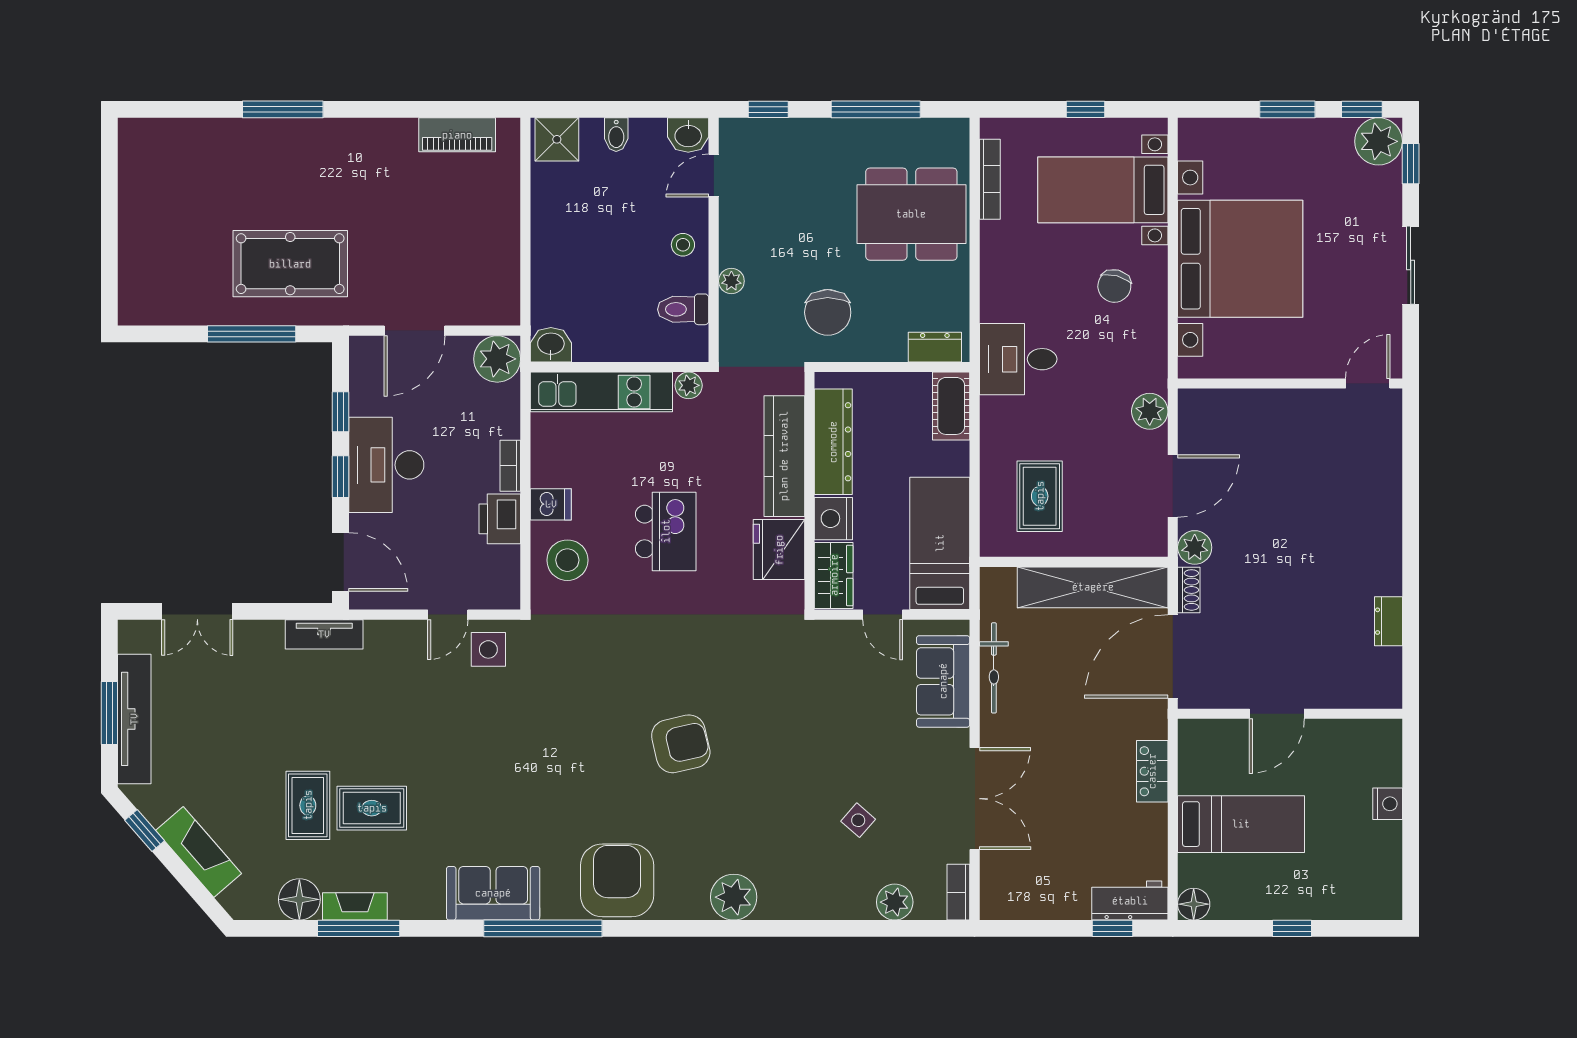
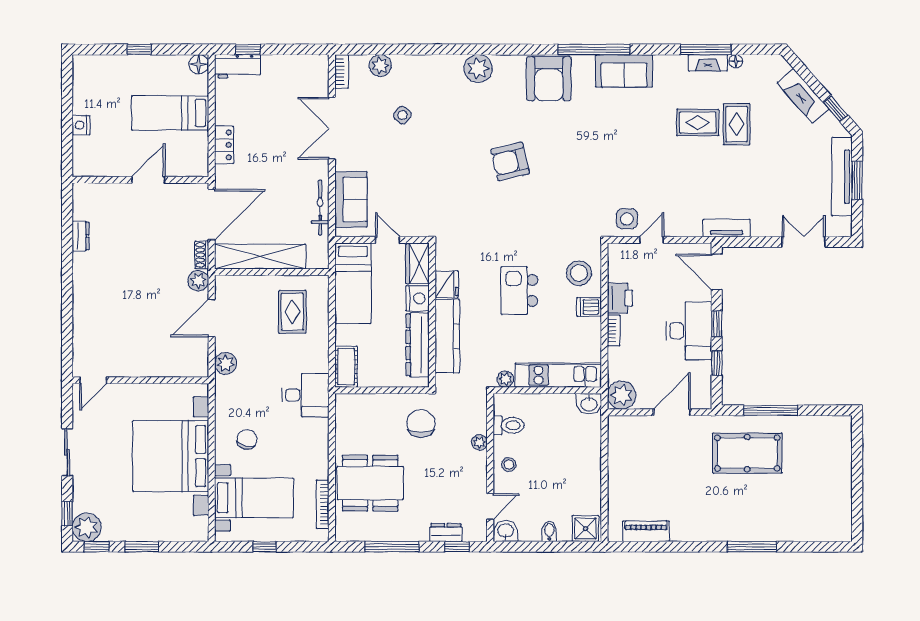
dresser: (935, 347) -> (446, 533), moved, turned 180
fridge: (779, 550) -> (447, 284), width x0.73, depth x0.75
floor lamp: (299, 899) -> (736, 61), width x0.53, depth x0.53

